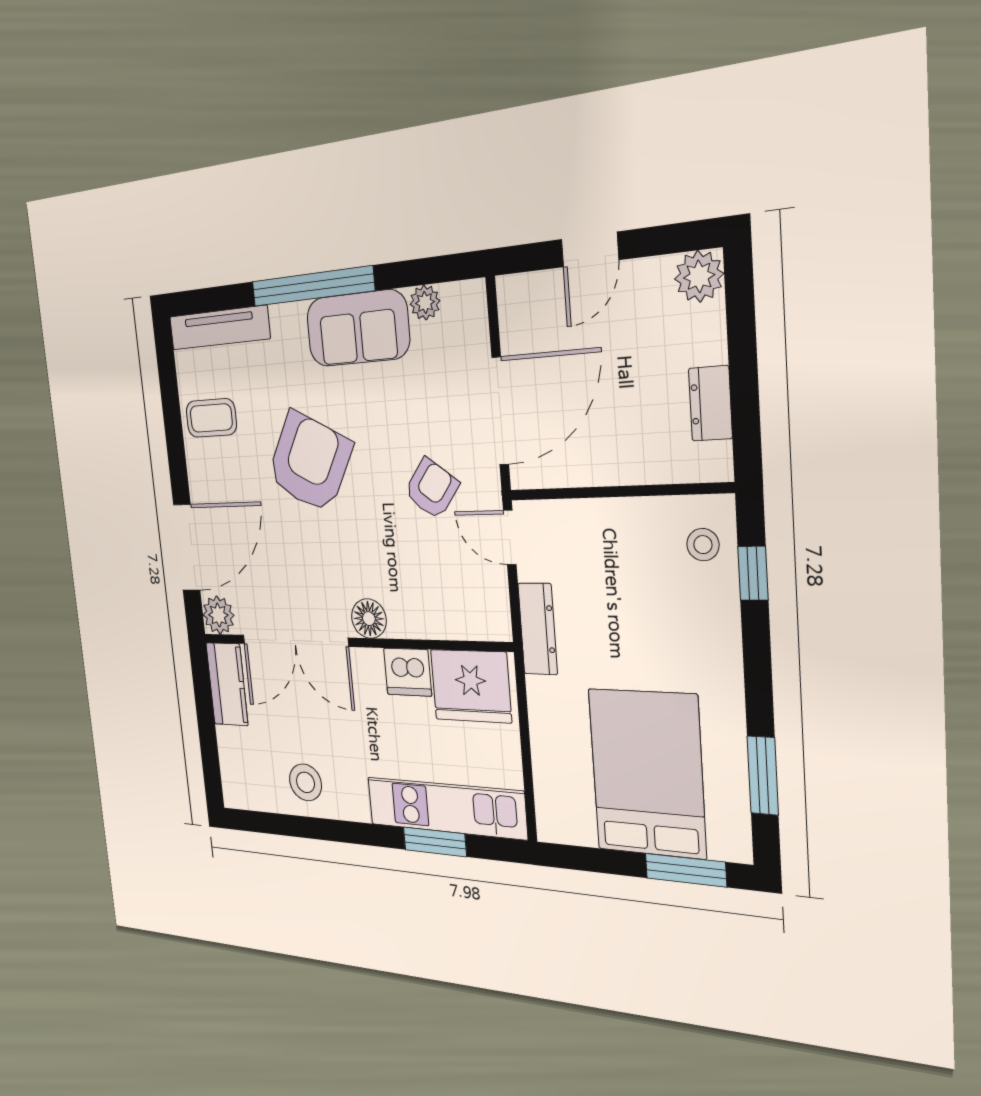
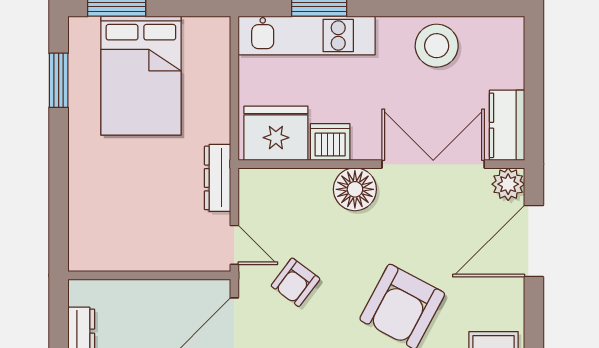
stool: (703, 545) -> (91, 238), removed
window: (753, 573) -> (59, 218), removed
floor lamp: (369, 619) -> (355, 189), width x1.38, depth x1.38
stool: (305, 782) -> (437, 46), width x1.38, depth x1.38

